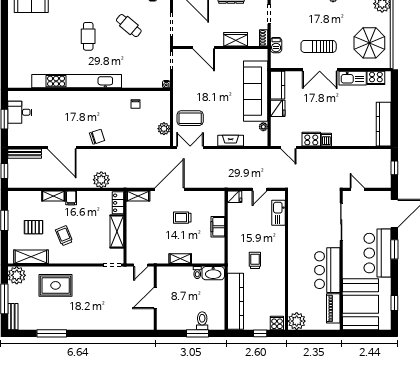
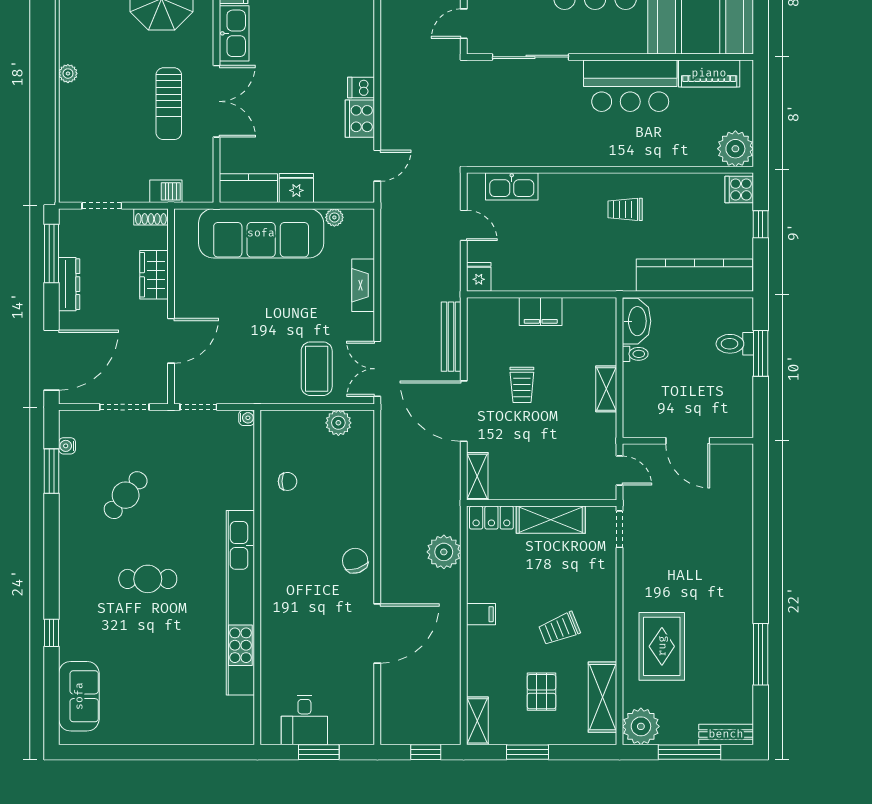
bench: (25, 154) -> (451, 337), moved
shelving: (53, 196) -> (477, 721), moved
trolley: (255, 260) -> (625, 209), moved

